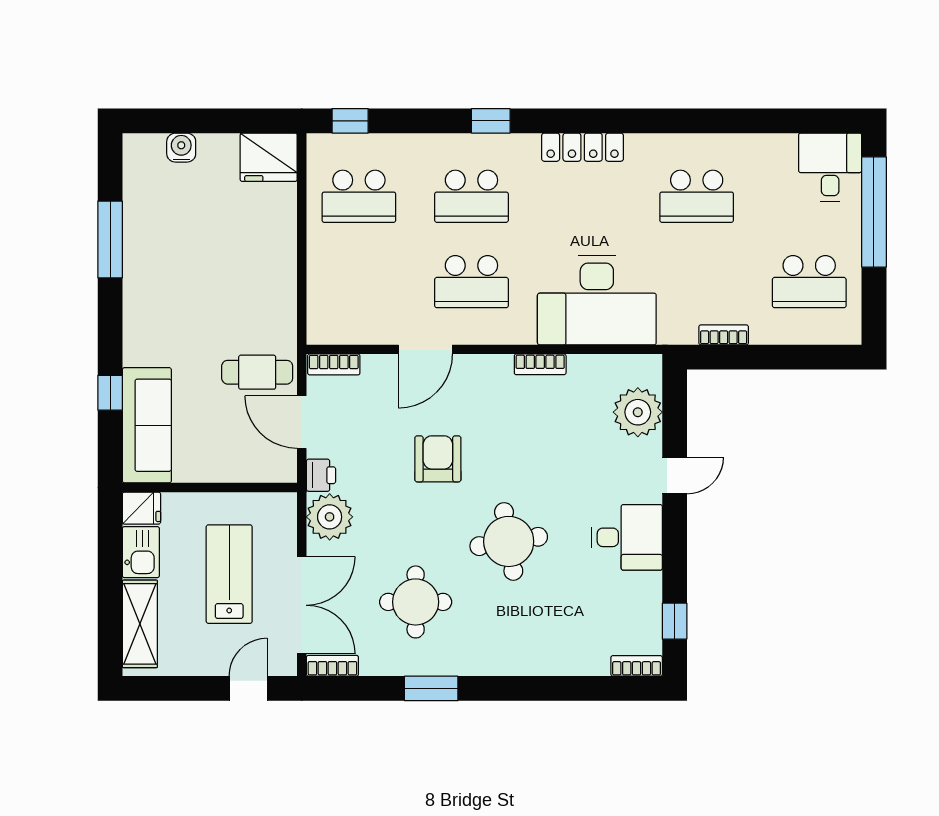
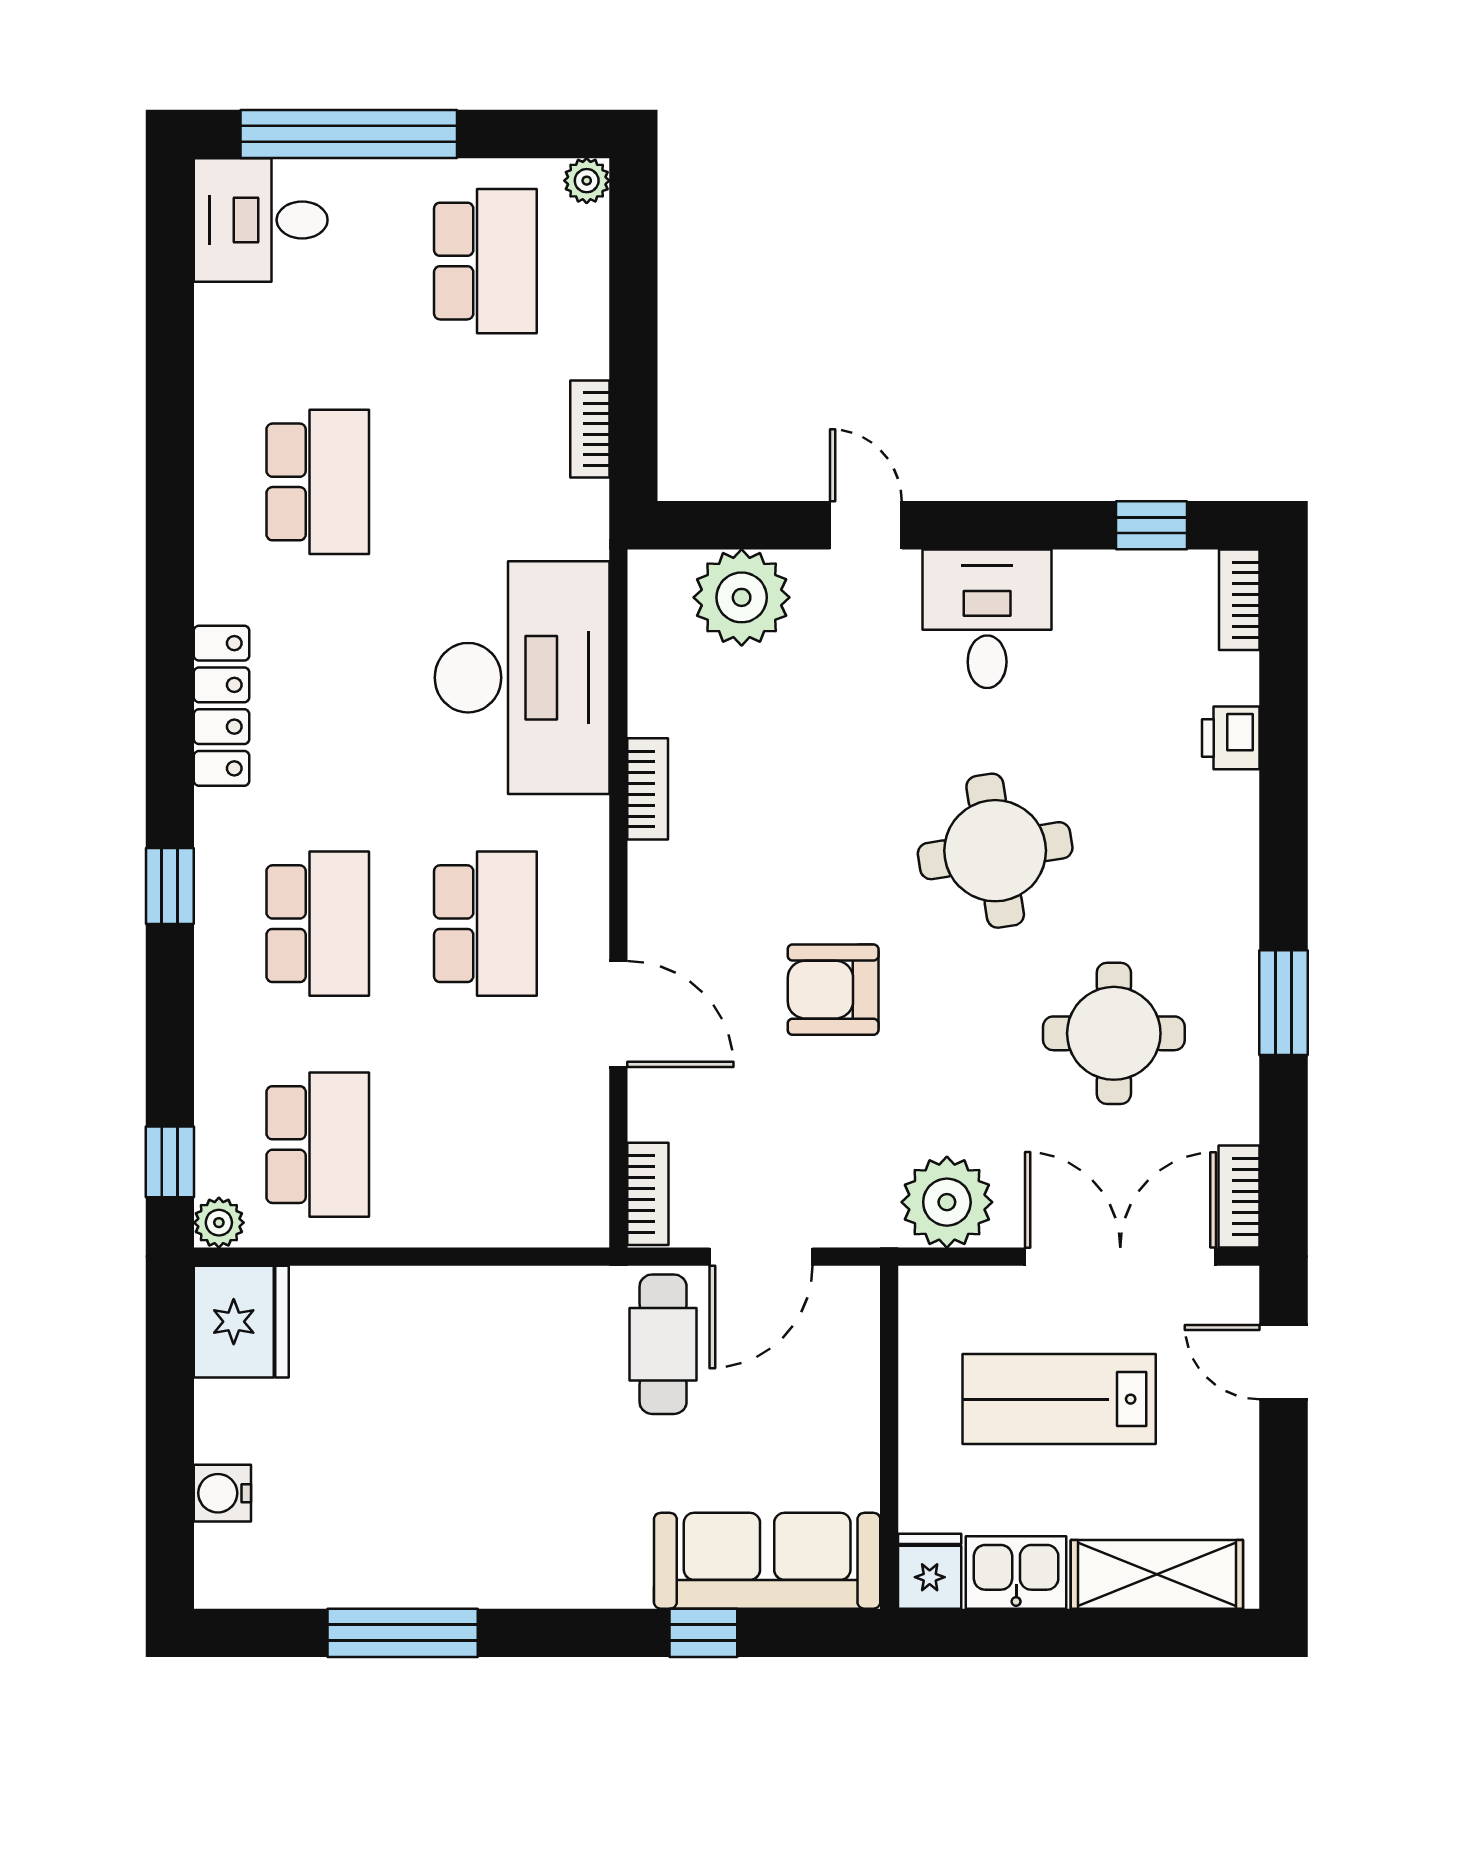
plant: (319, 146) -> (219, 1223), added
plant: (850, 333) -> (587, 181), added
printer: (321, 475) -> (1231, 738), moved, turned -90

